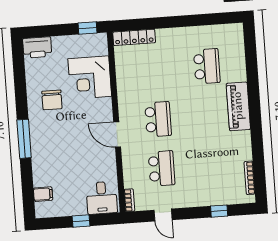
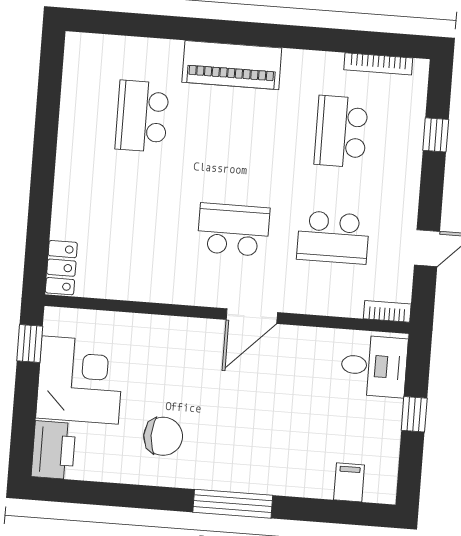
locker: (134, 37) -> (61, 268), width x0.66
school desk: (207, 66) -> (142, 116), turned -90
corner desk: (90, 78) -> (80, 380), moved, turned -90
school desk: (214, 165) -> (341, 132), added
school desk: (162, 168) -> (333, 237), turned 180

